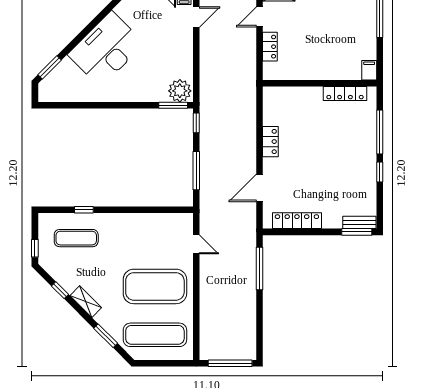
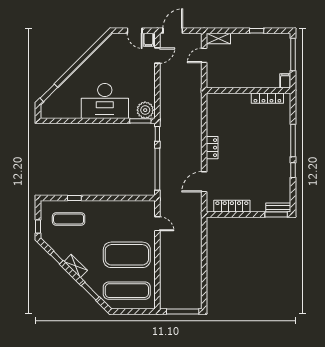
locker: (270, 47) -> (212, 77), removed
desk: (106, 49) -> (105, 101), moved, turned -135
filing cabinet: (369, 70) -> (285, 81), moved
wall: (320, 83) -> (249, 90), moved
locker: (345, 94) -> (267, 98), moved
window: (196, 171) -> (157, 169), width x1.46
window: (259, 268) -> (204, 241), removed

